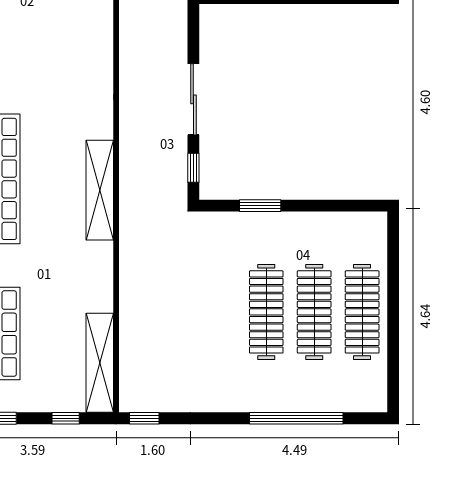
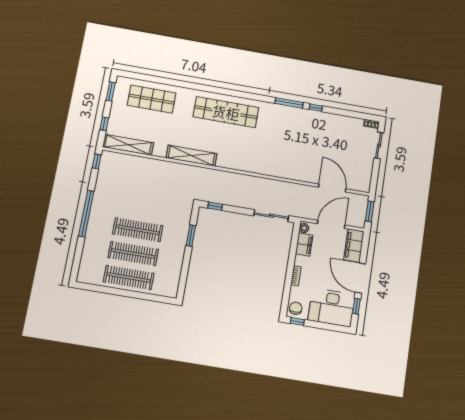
sliding door: (193, 99) -> (271, 216), moved
shelving: (100, 190) -> (192, 156), moved
window: (296, 418) -> (86, 214), moved

